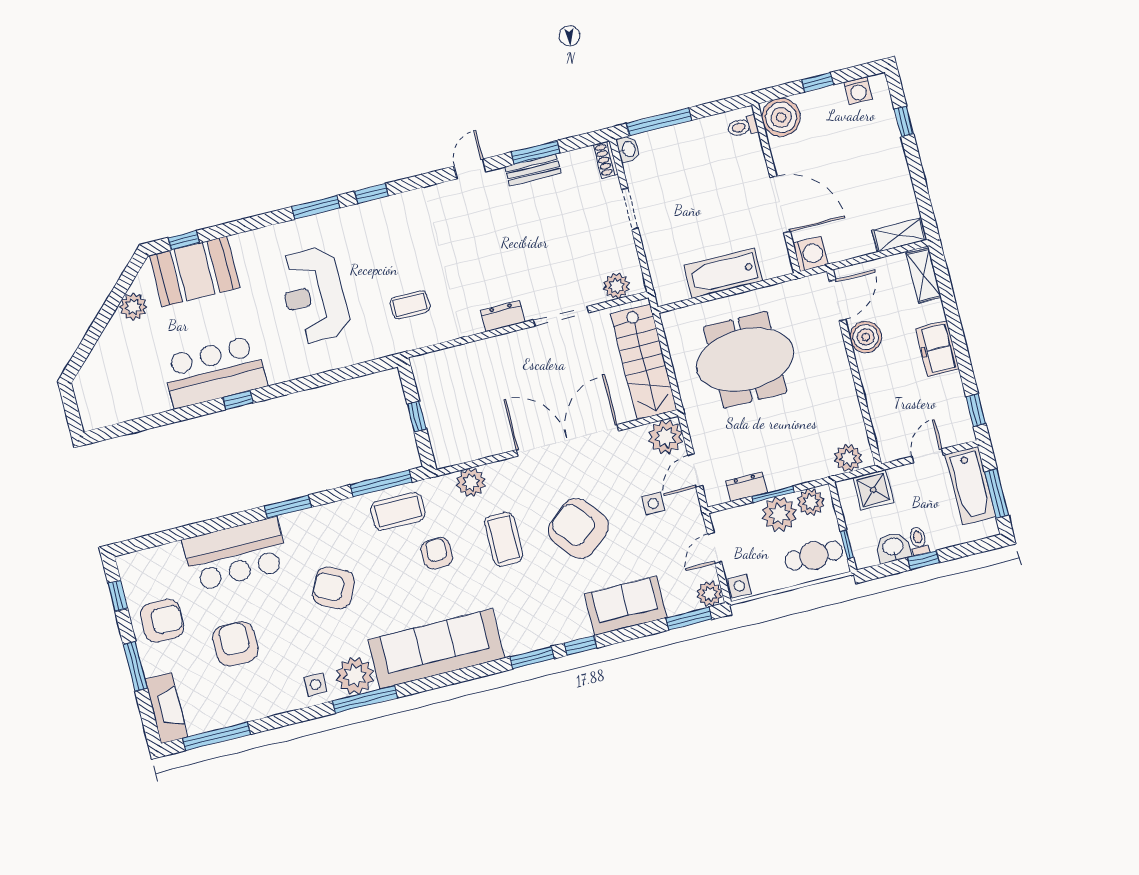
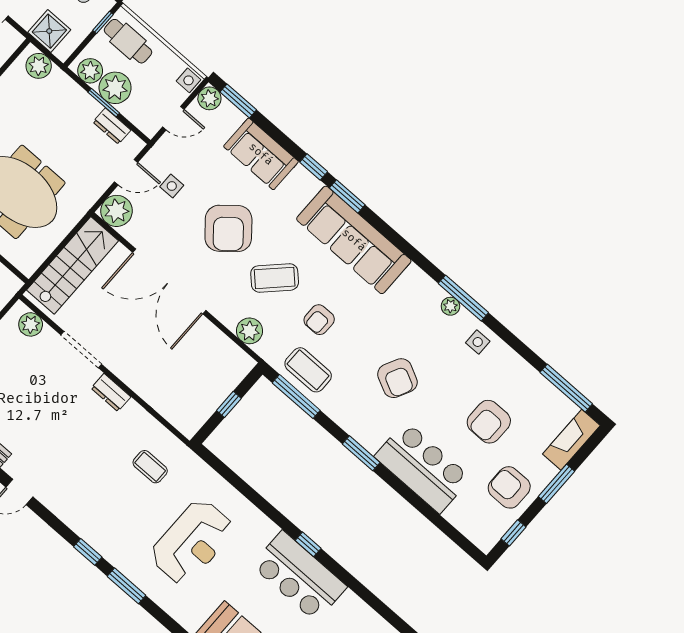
coffee table: (504, 539) -> (275, 278), turned 45
sofa: (436, 649) -> (354, 240), moved
plant: (355, 676) -> (450, 306), width x0.53, depth x0.53

